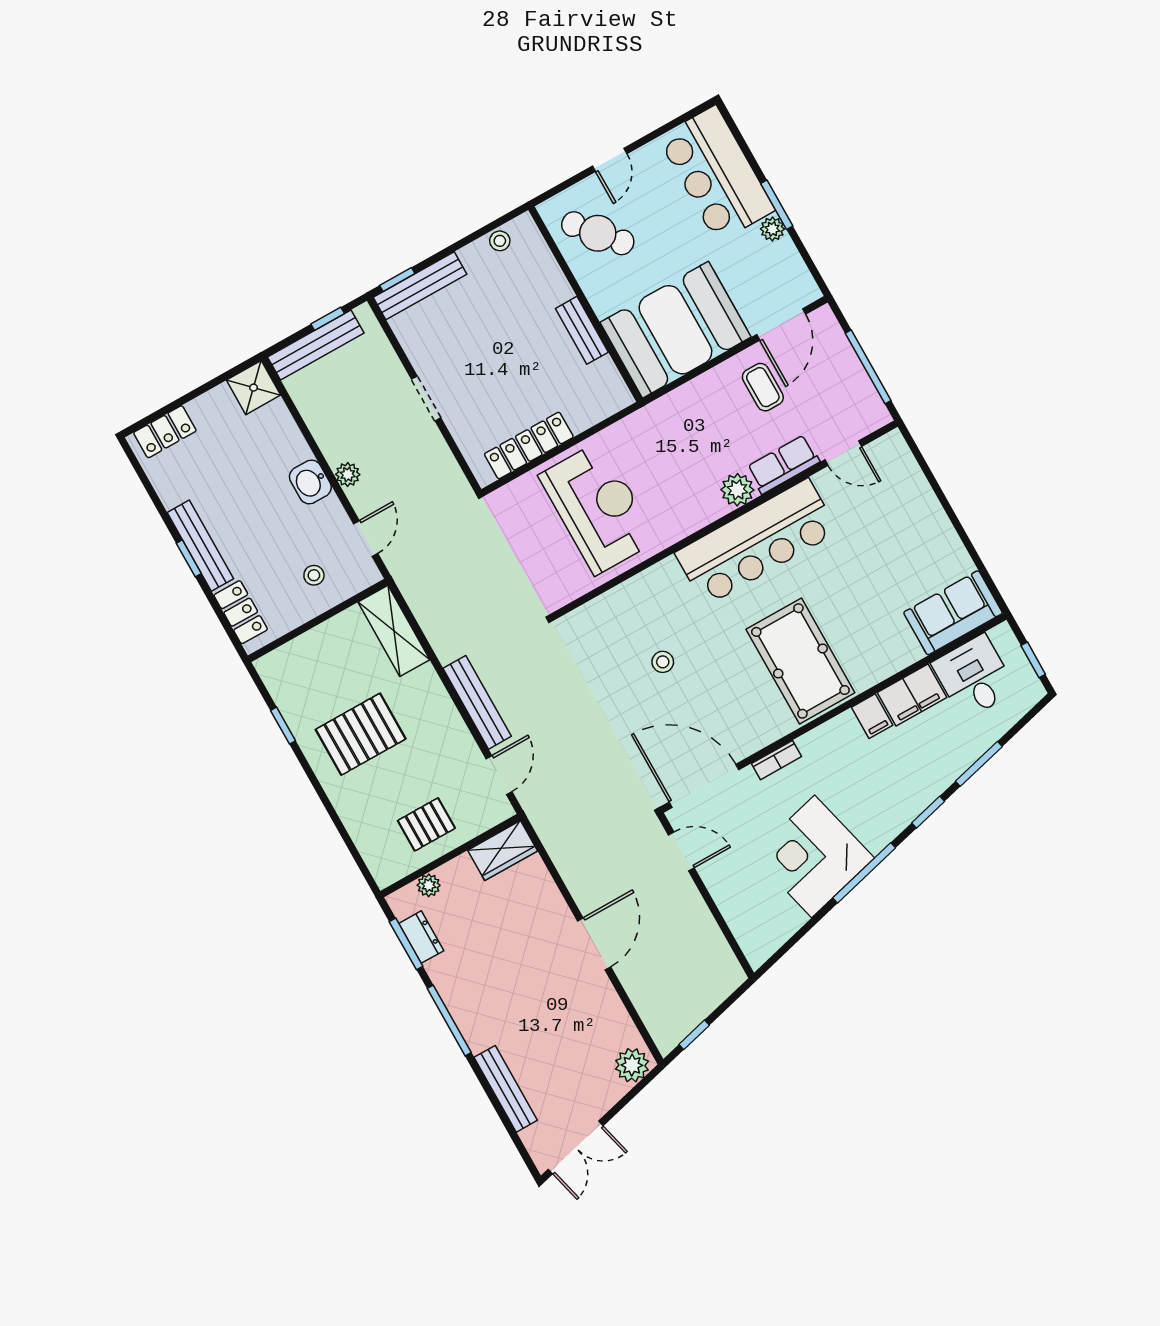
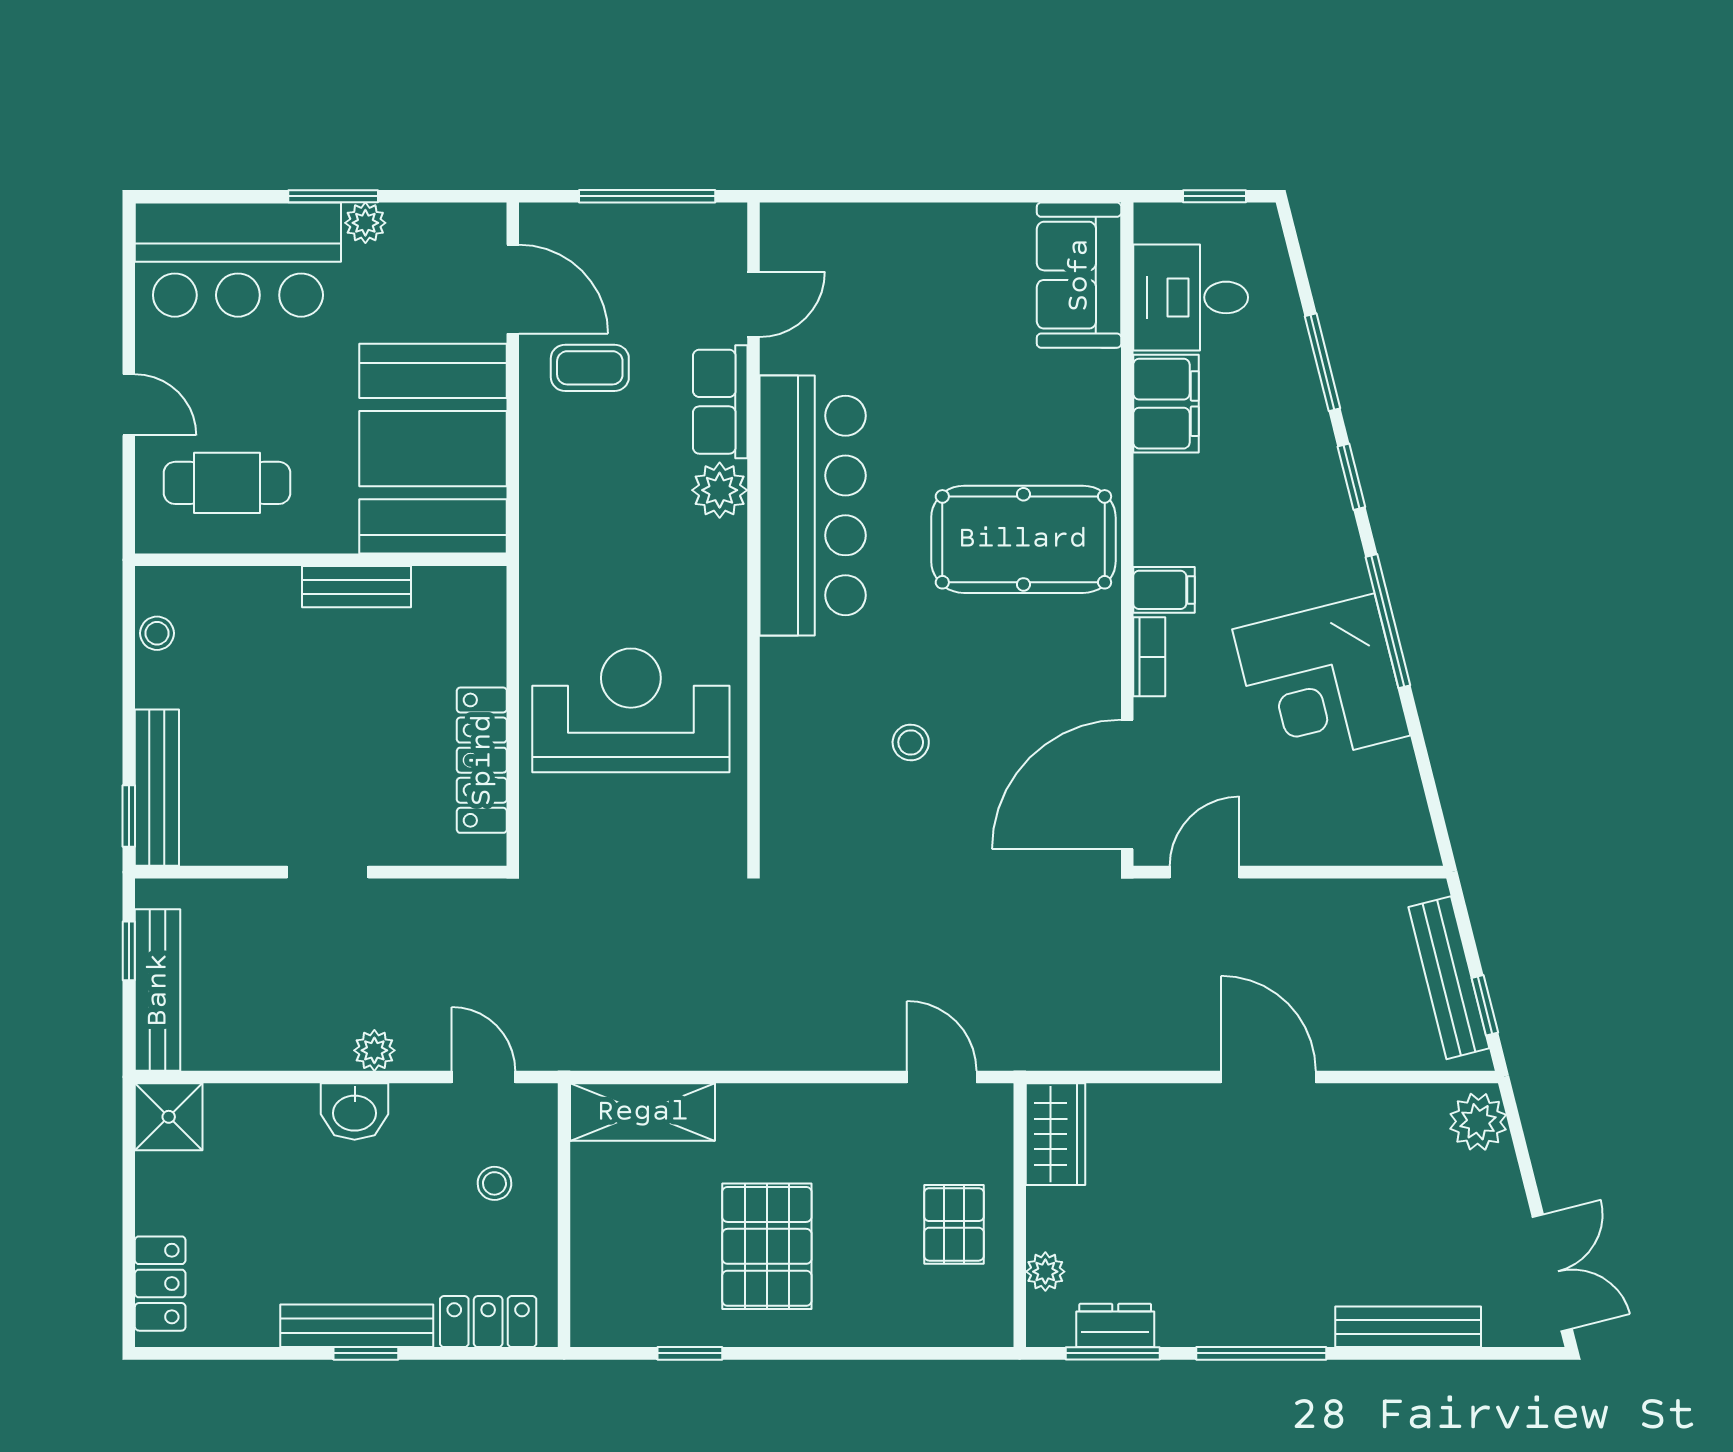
cafe table: (598, 233) -> (227, 483), turned 40
bench: (477, 702) -> (1449, 978), moved, turned 76
filing cabinet: (872, 716) -> (1164, 590), moved

